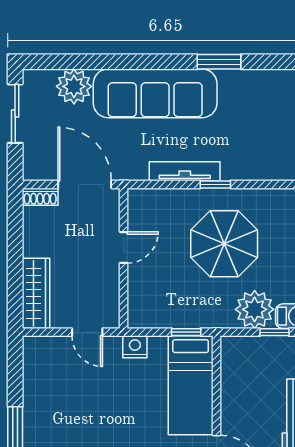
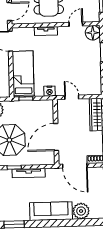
sofa: (155, 93) -> (51, 211), width x0.74, depth x0.79
door: (124, 247) -> (56, 137), width x1.88

